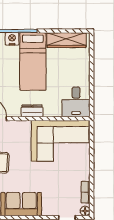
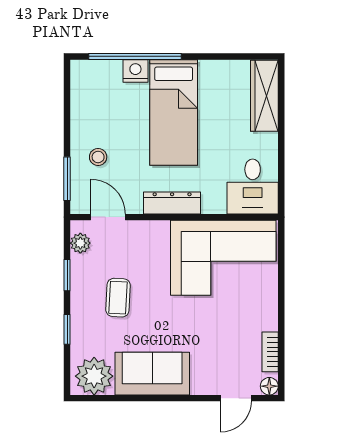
wardrobe: (66, 40) -> (264, 96), moved, turned 90
dresser: (32, 111) -> (172, 203), width x1.44

